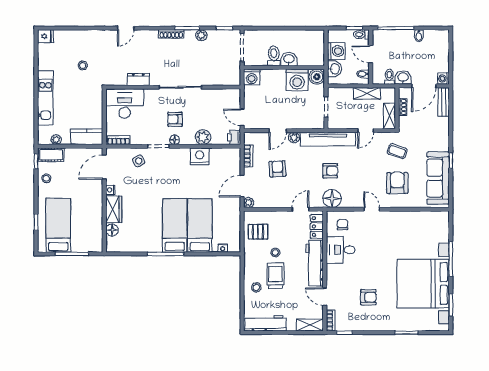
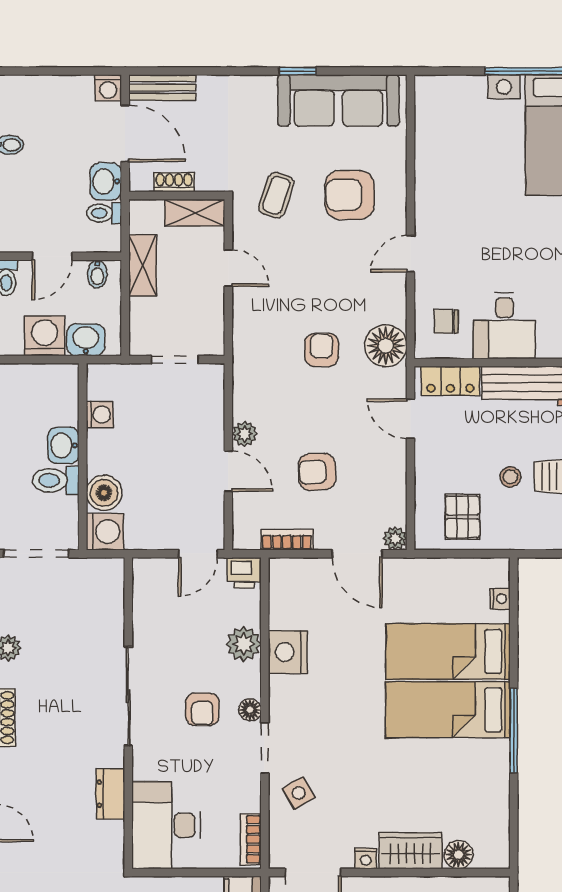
boiler: (317, 77) -> (104, 493), moved
washing machine: (297, 80) -> (100, 414), width x0.53, depth x0.53
tv unit: (328, 139) -> (248, 355), removed

